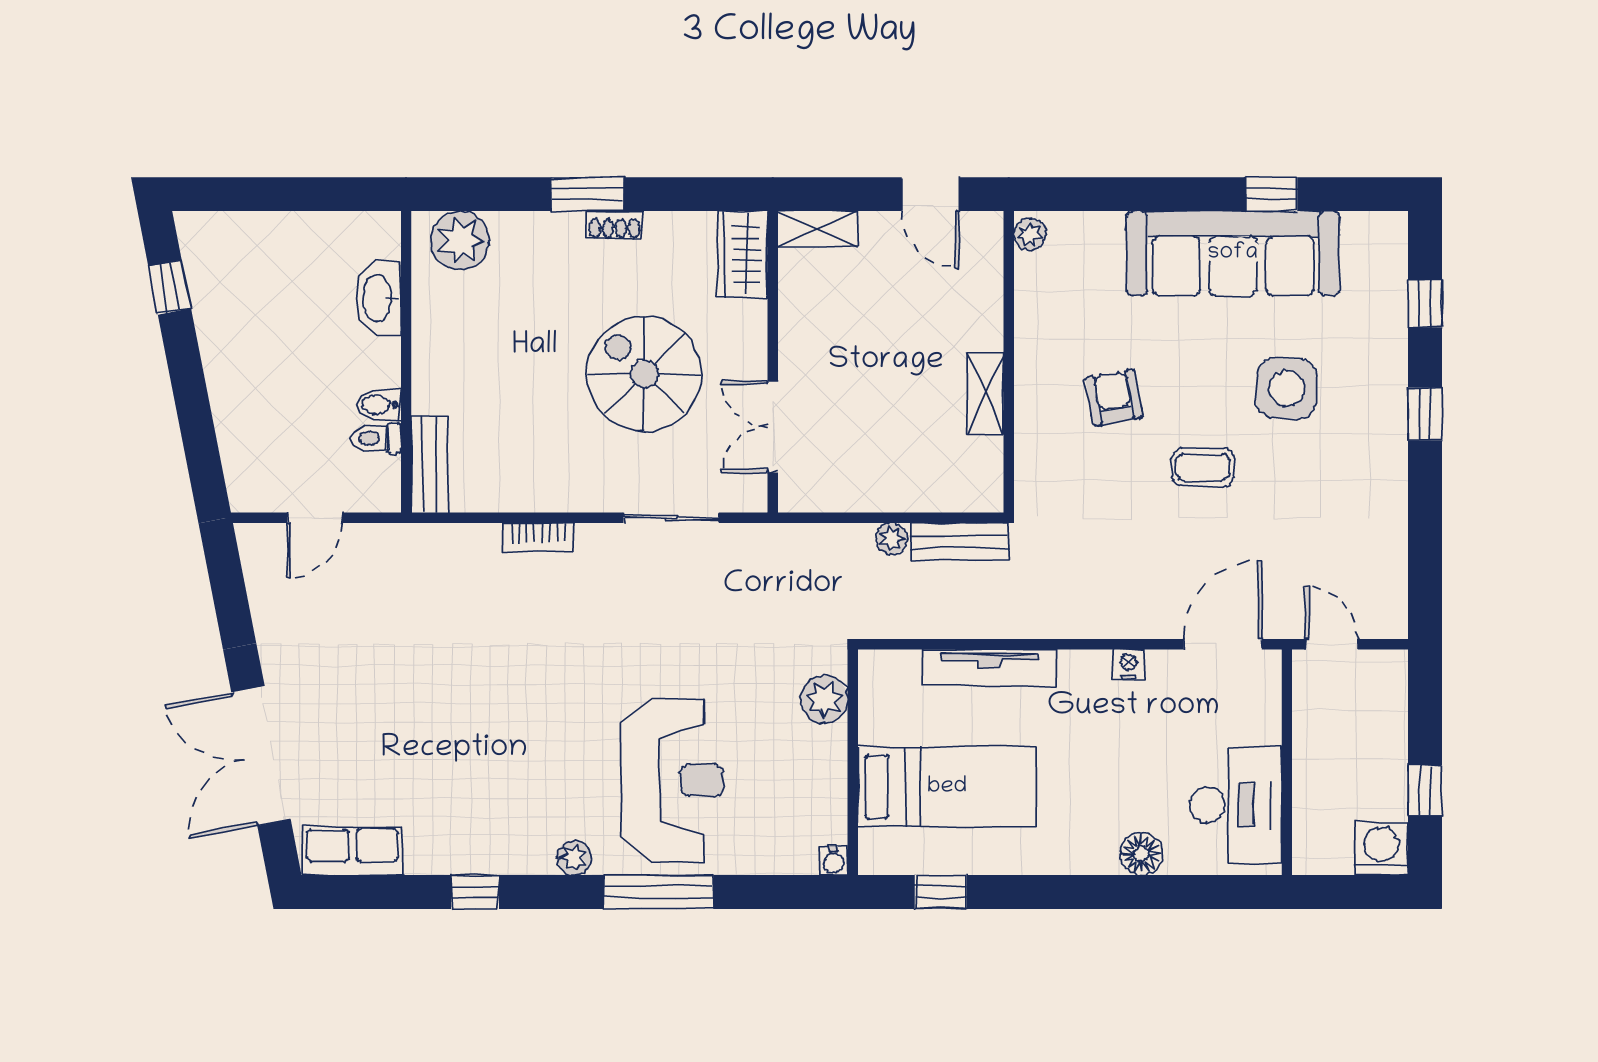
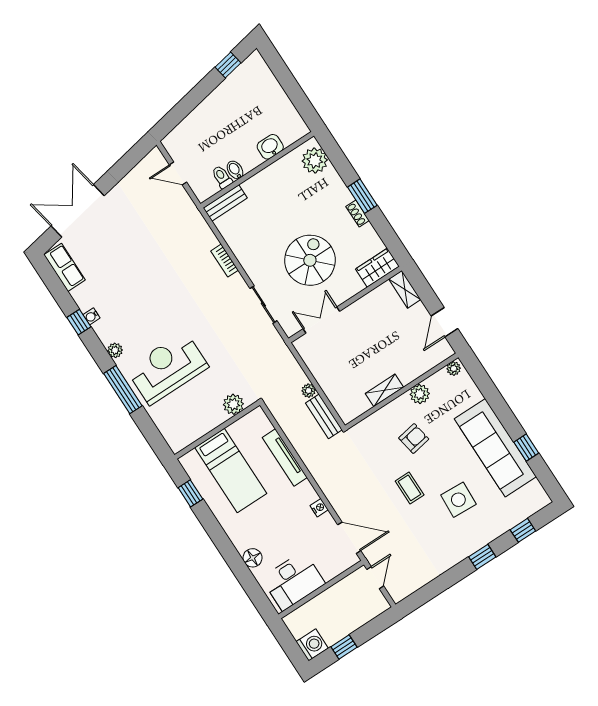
washbasin: (378, 298) -> (270, 147), width x0.72
plant: (1036, 331) -> (420, 394), added
reception desk: (672, 780) -> (167, 368), turned 180
water cooler: (833, 861) -> (91, 316), moved

